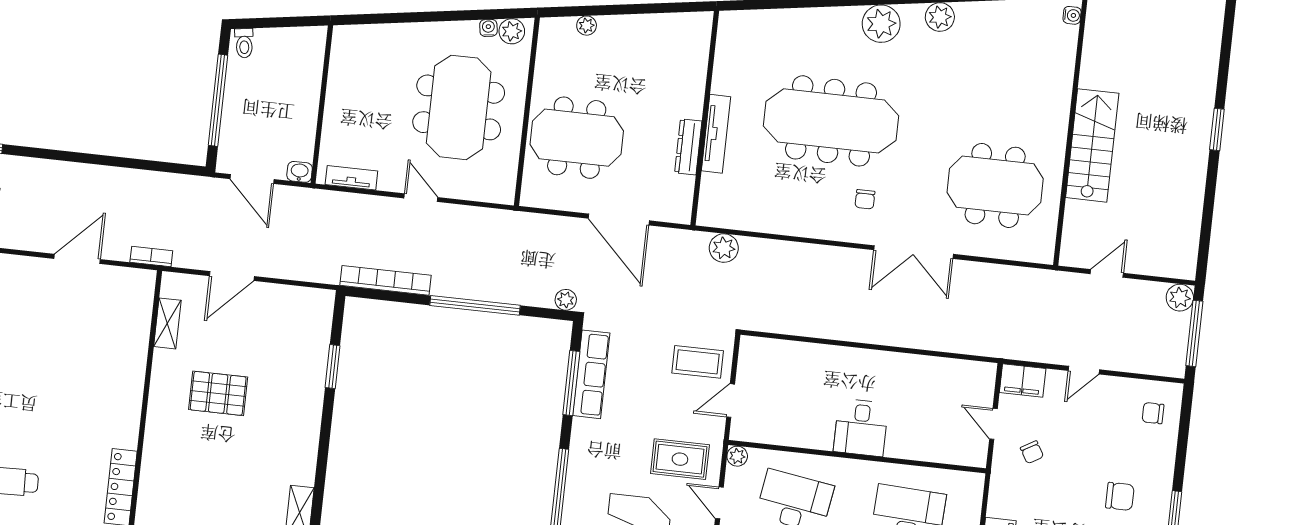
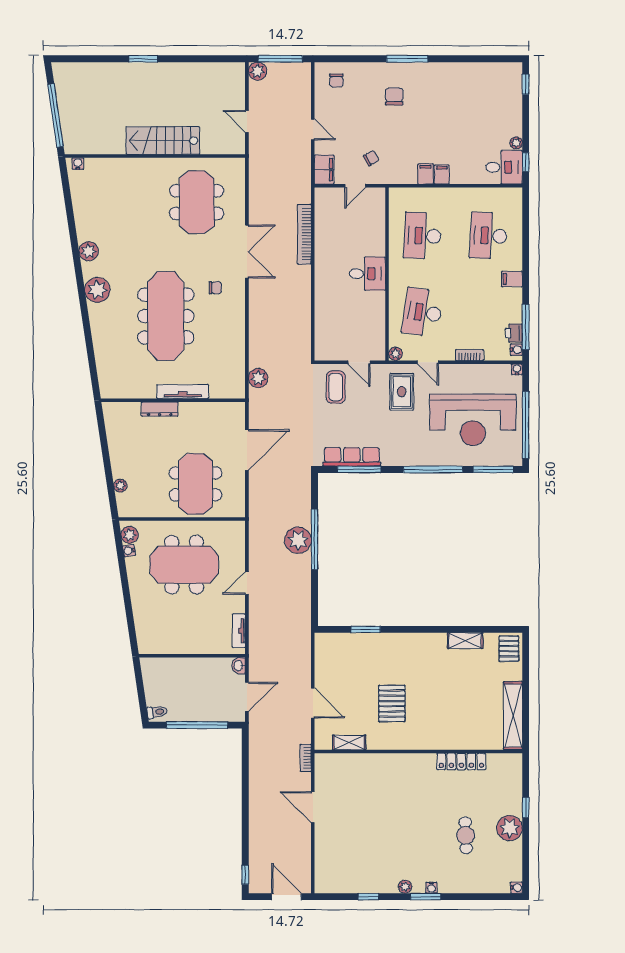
dresser: (688, 147) -> (160, 409), moved
bookcase: (386, 280) -> (304, 234), moved
plant: (566, 300) -> (298, 540), moved, width x1.88, depth x1.88
door: (719, 503) -> (428, 362), hinge flipped

